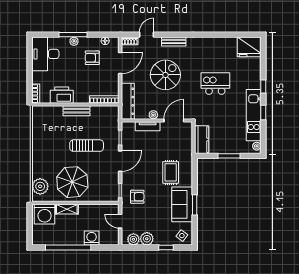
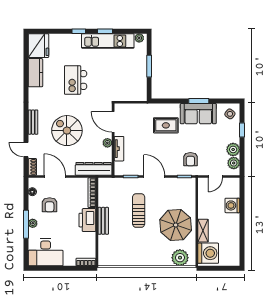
printer: (62, 95) -> (87, 220), moved
kitchen counter: (202, 140) -> (35, 73), moved, turned 90
armchair: (137, 197) -> (190, 159), turned 180
window: (68, 248) -> (242, 229), removed

